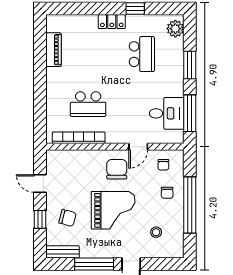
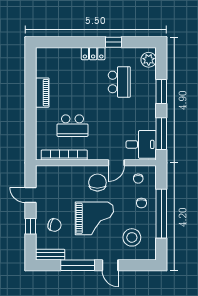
piano: (54, 50) -> (42, 93), moved
desk: (167, 113) -> (141, 144), moved
stool: (156, 232) -> (132, 237), width x1.89, depth x1.89

